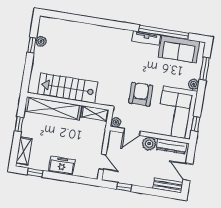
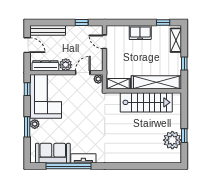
plant: (41, 41) -> (172, 140), width x1.88, depth x1.88
window: (205, 69) -> (27, 127), moved
armchair: (141, 94) -> (80, 108), removed
bench: (168, 185) -> (48, 30), width x1.36

